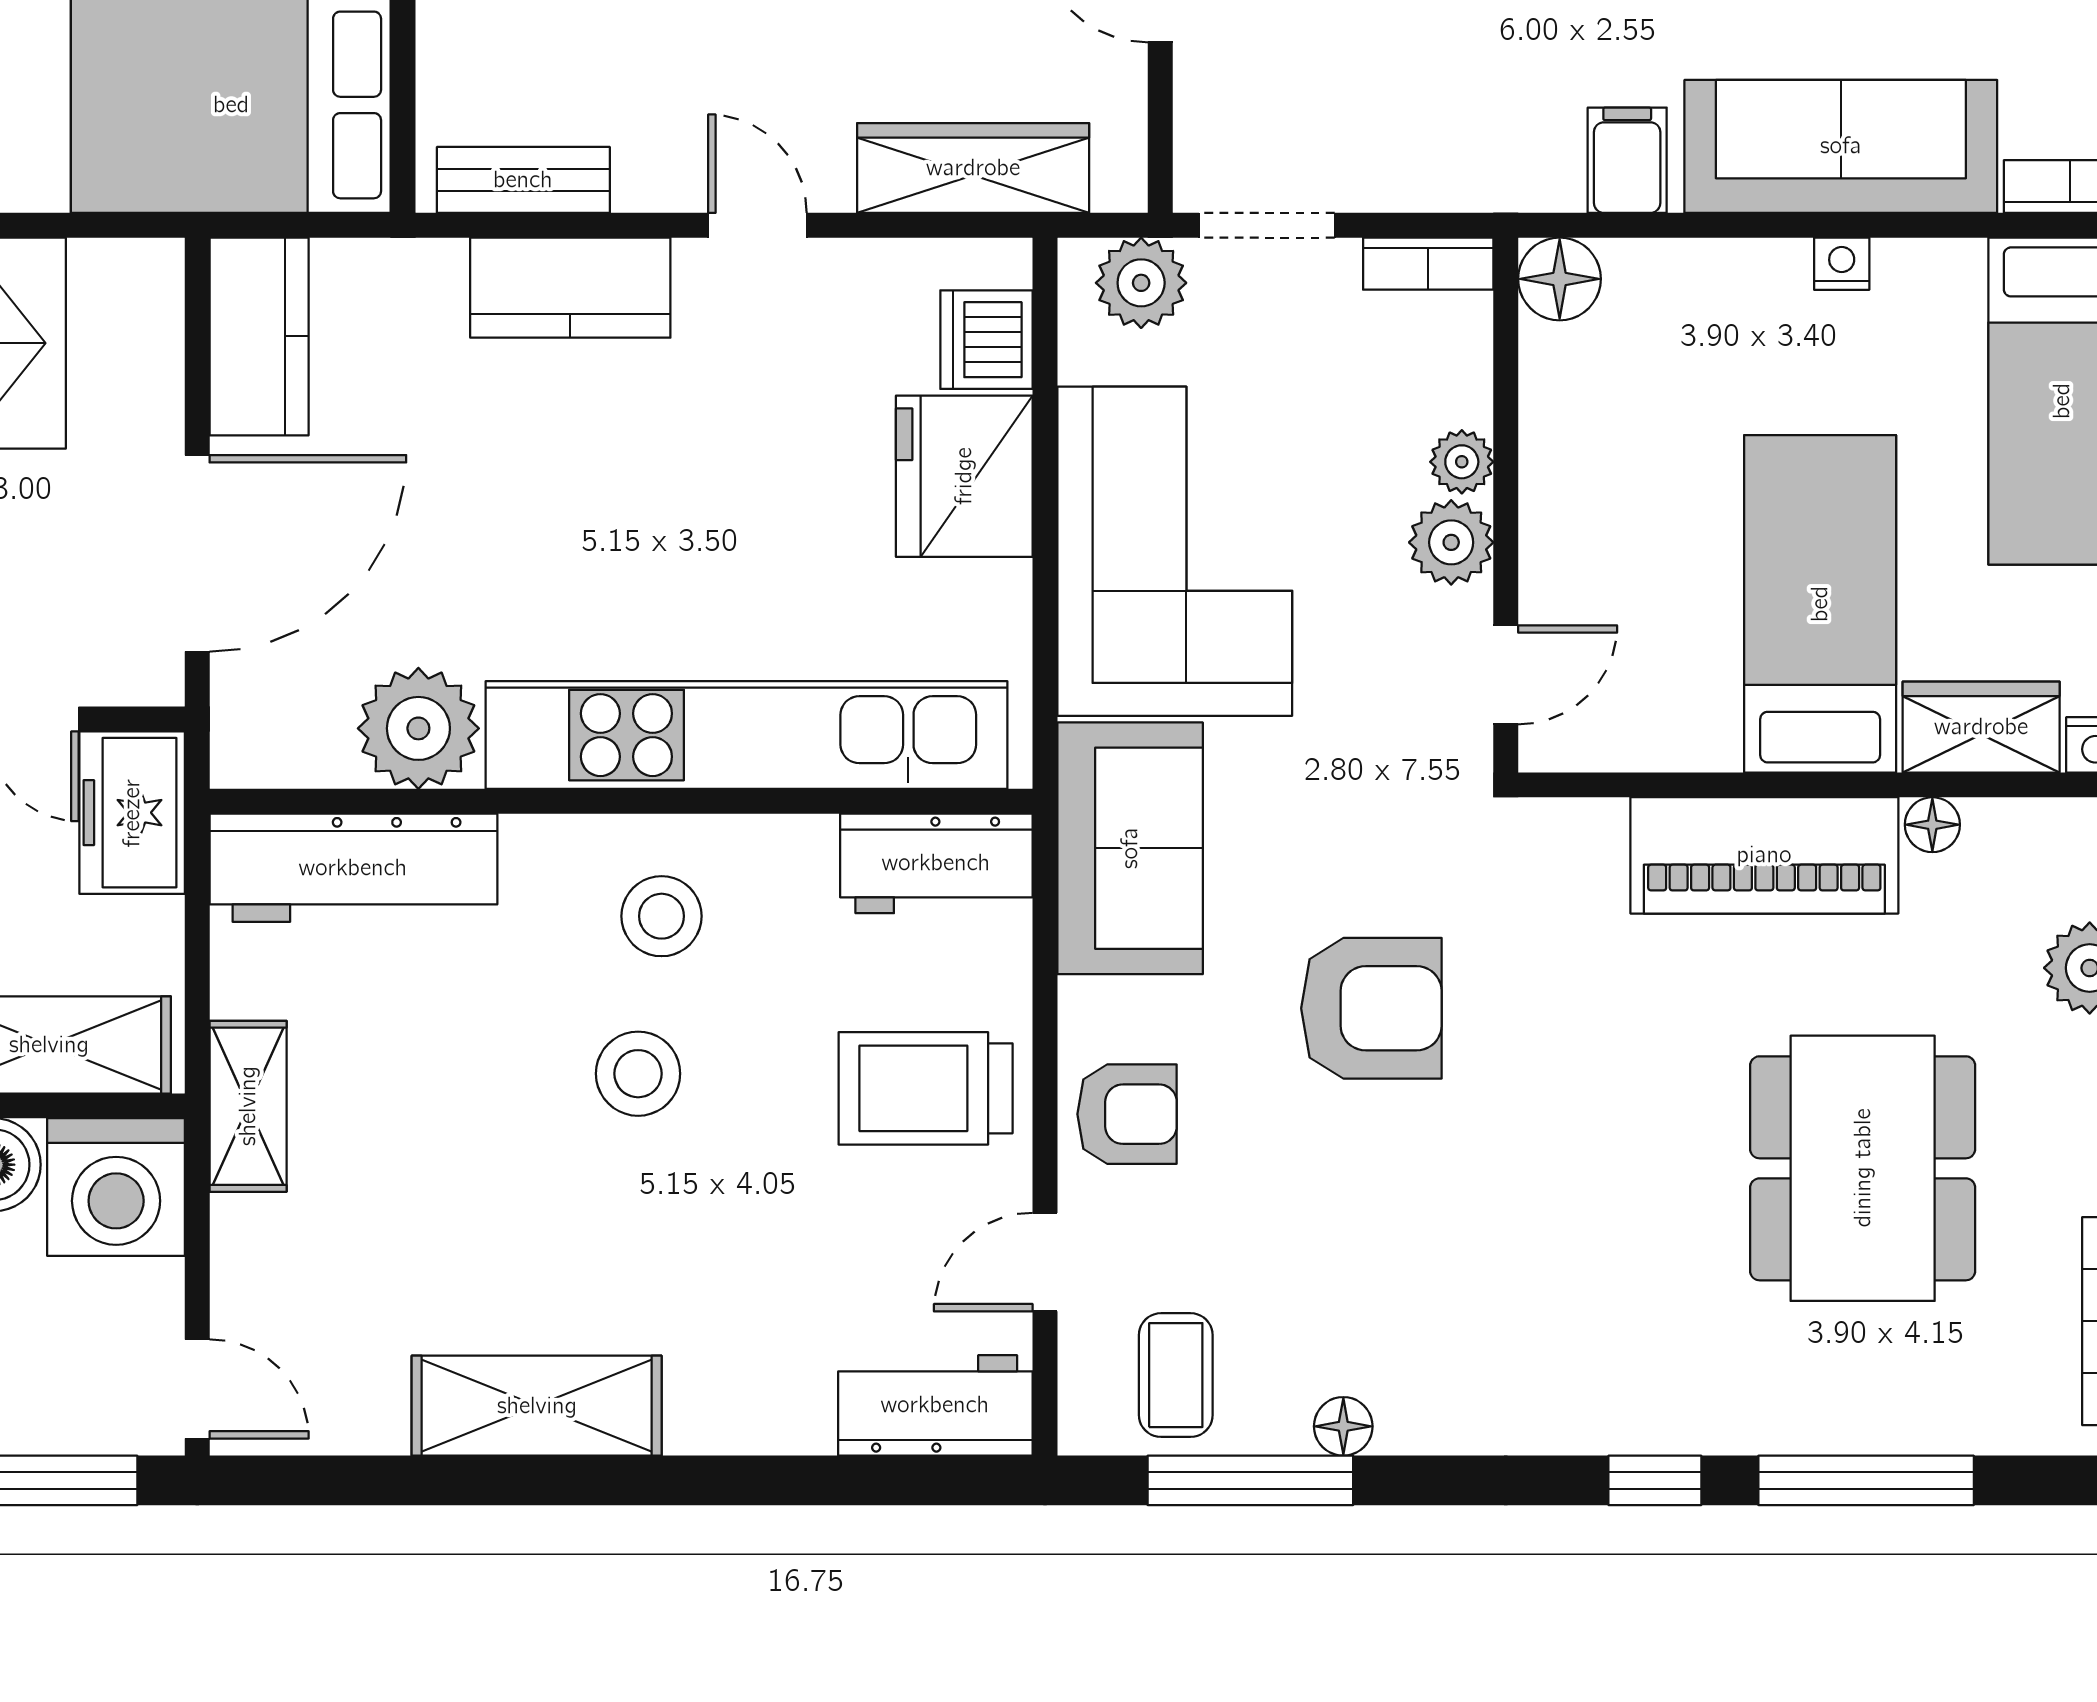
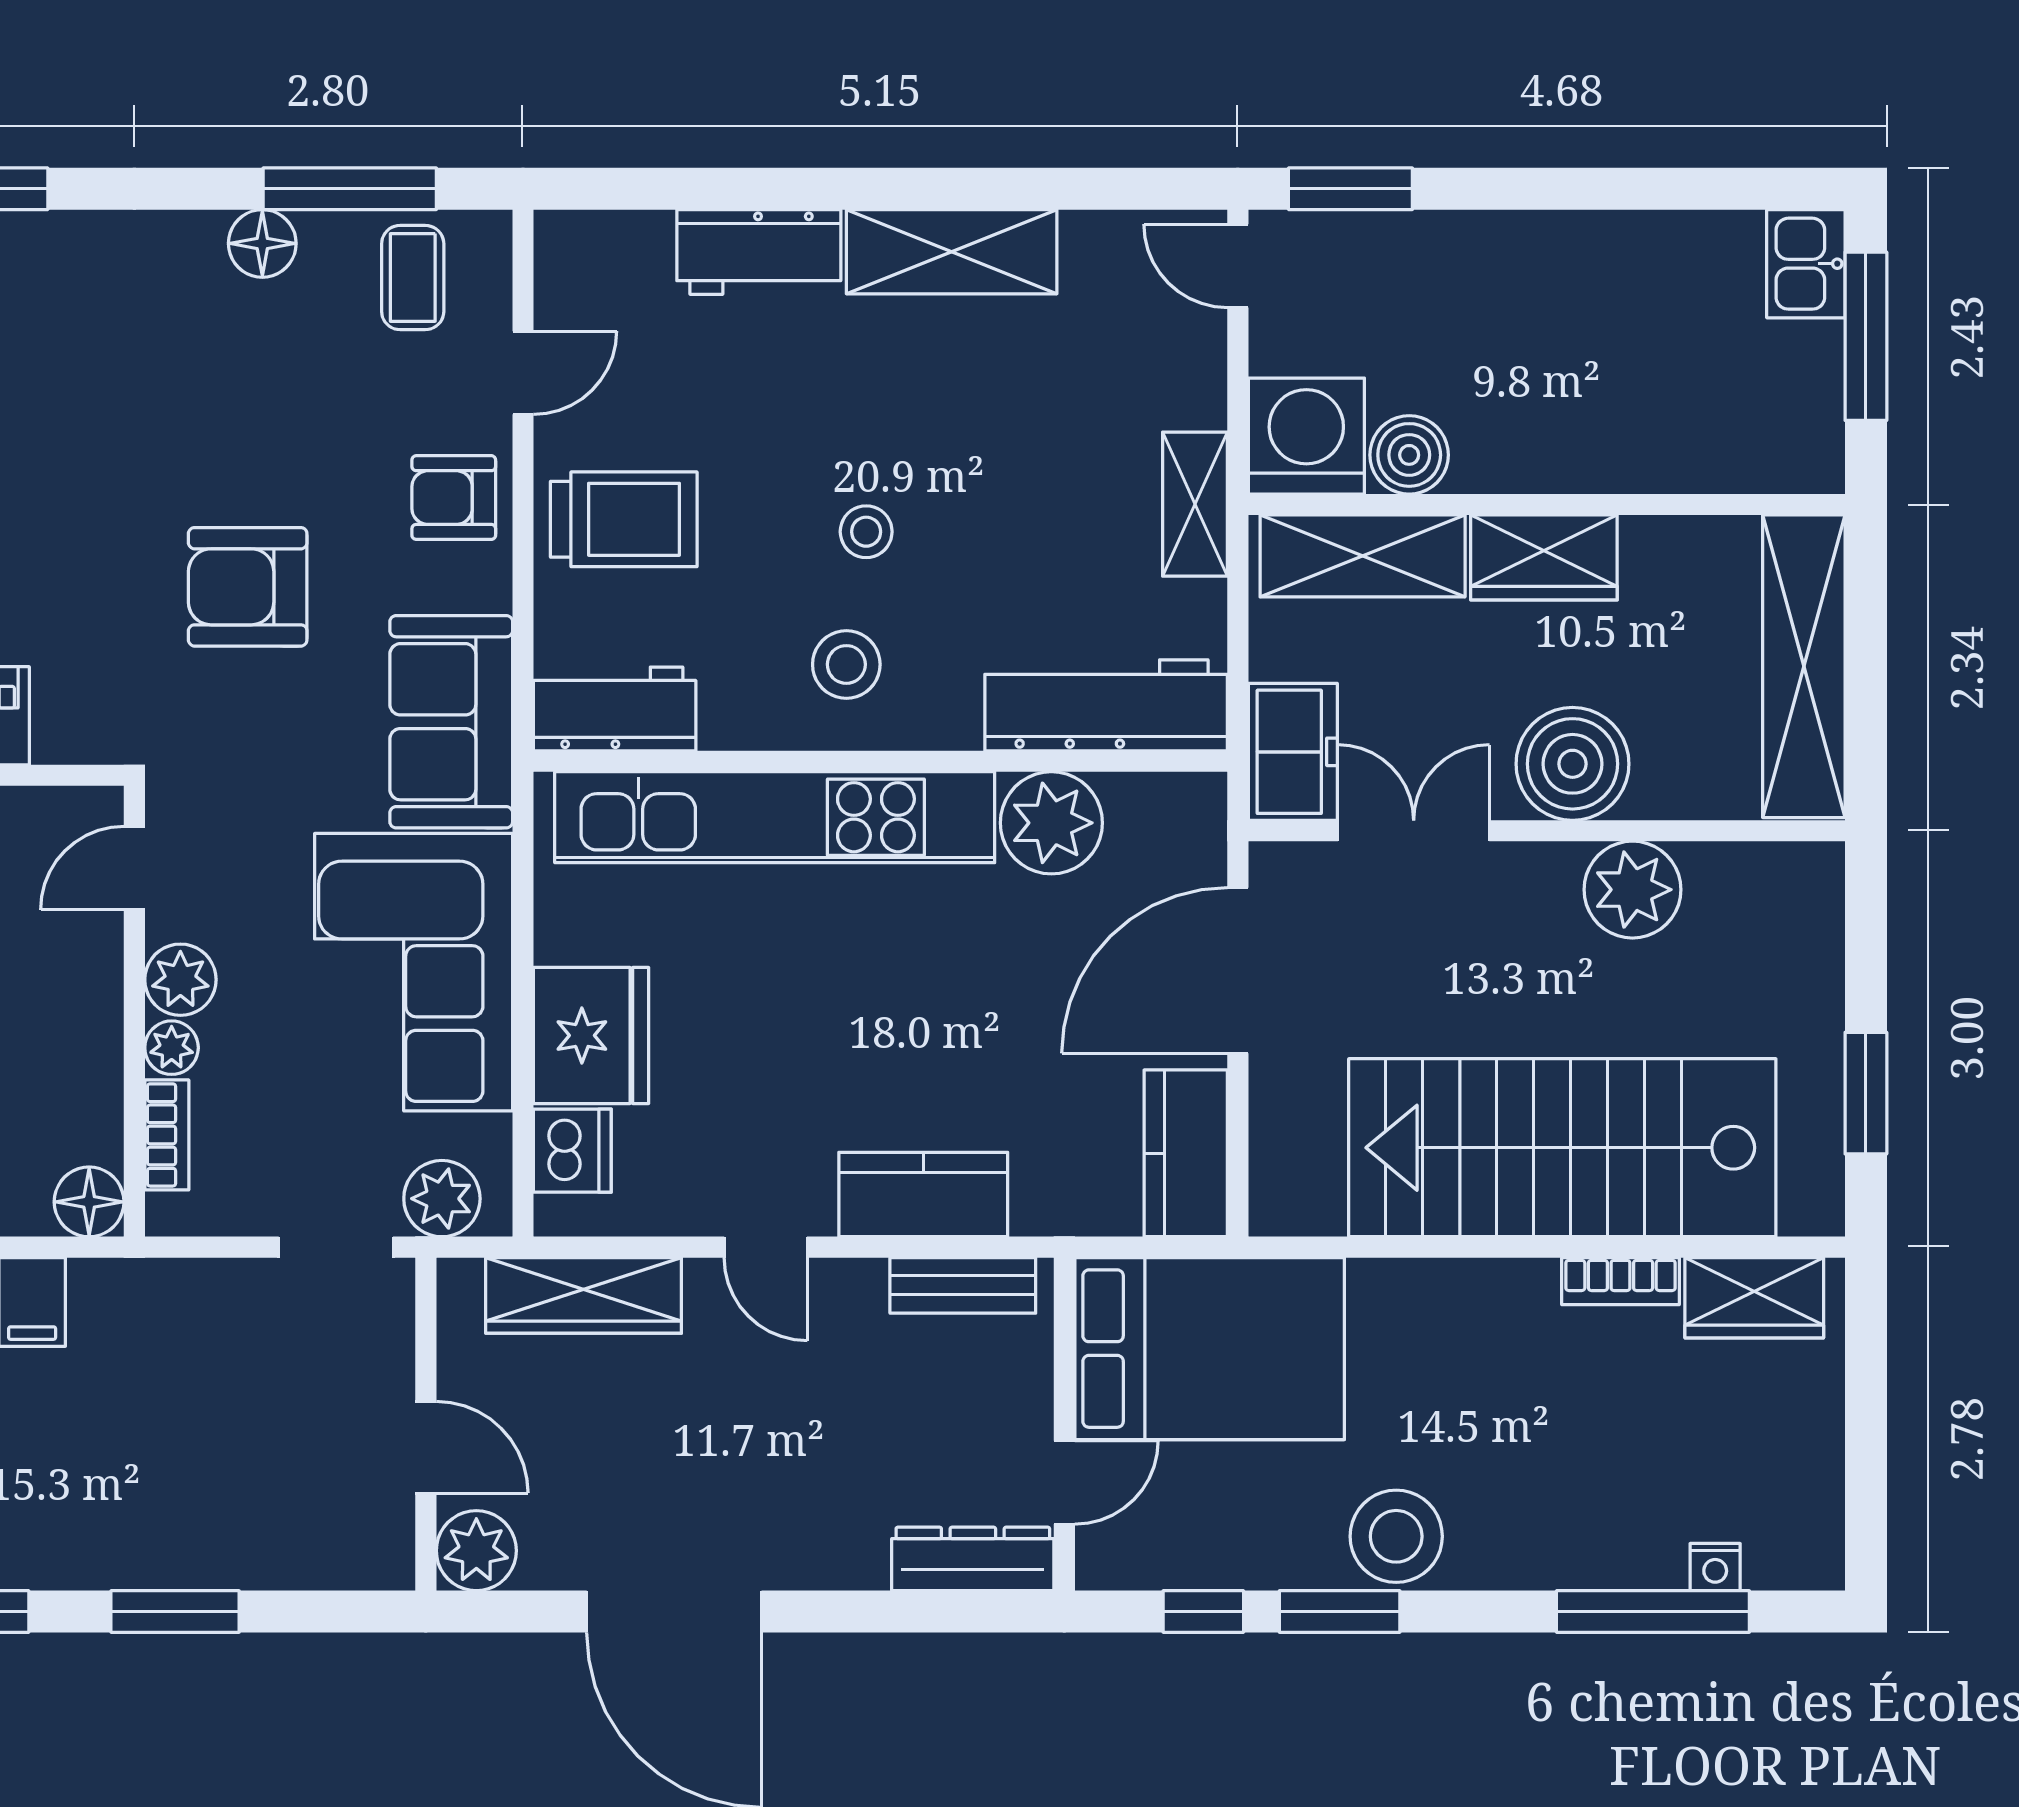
bookcase: (1428, 264) -> (167, 1135), moved, turned 90
stool: (638, 1074) -> (866, 532), width x0.73, depth x0.73
workbench: (935, 1405) -> (759, 252), moved
floor lamp: (1343, 1426) -> (262, 243), width x1.37, depth x1.37

